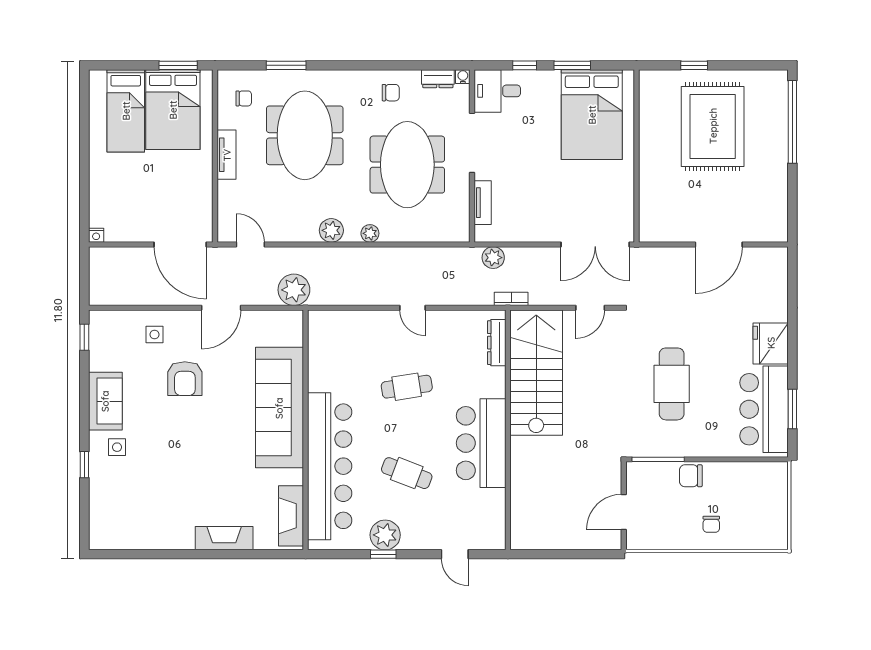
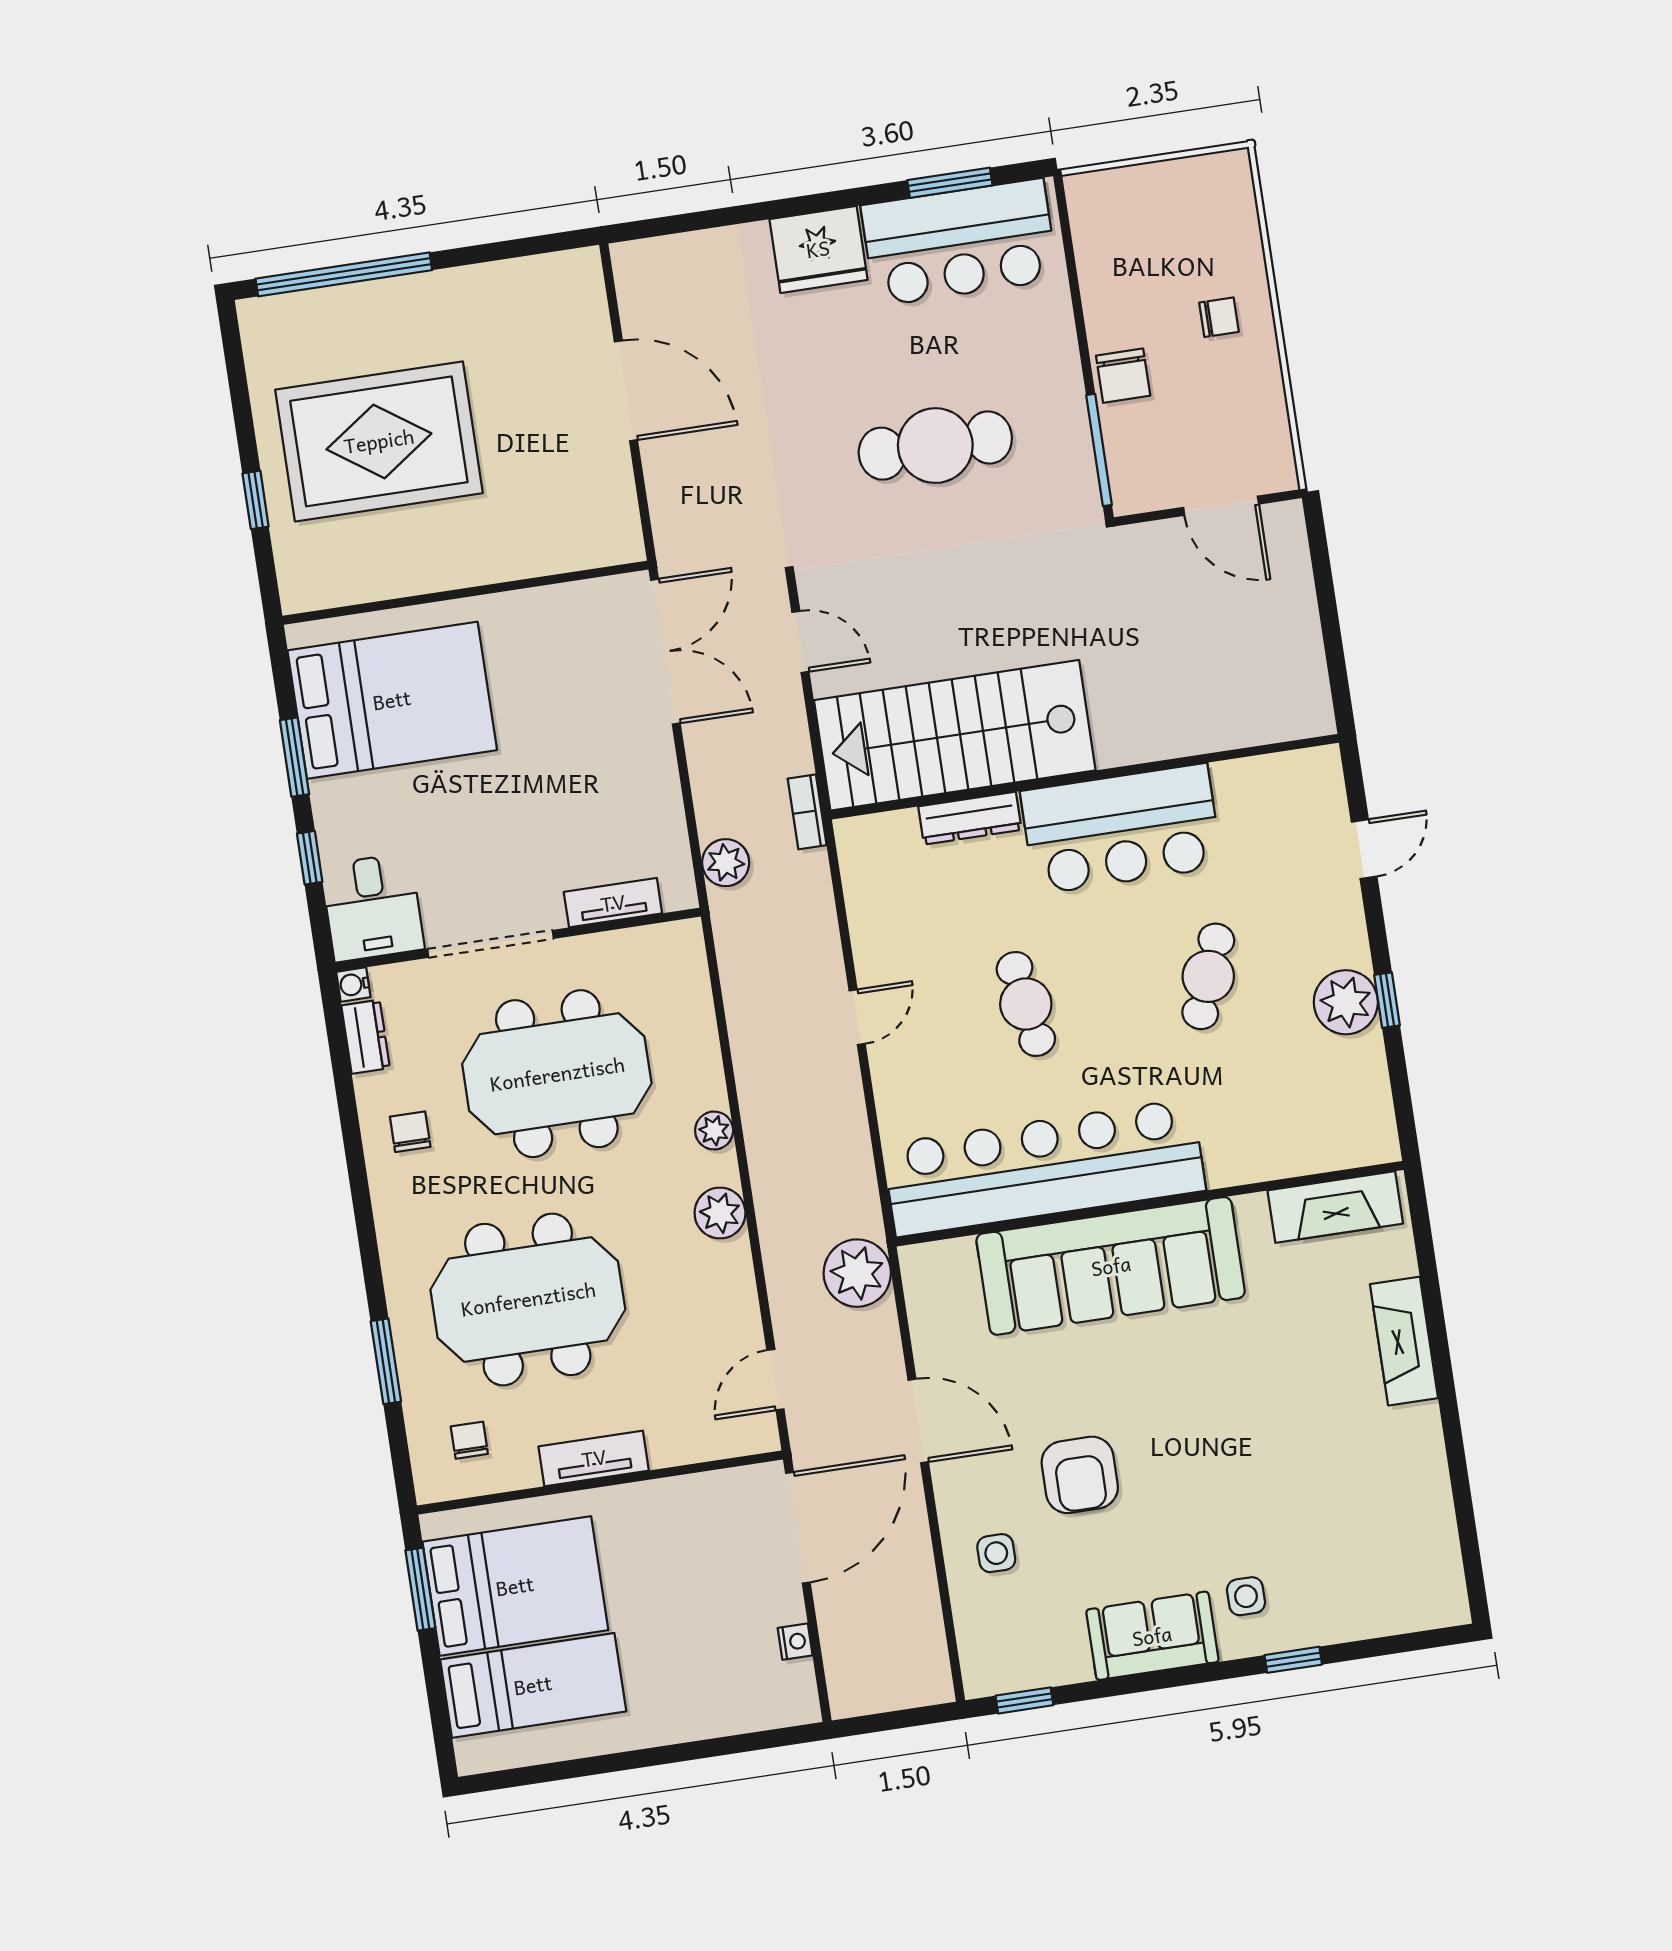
nightstand: (96, 235) -> (795, 1642), moved
dresser: (497, 343) -> (970, 818), moved
armchair: (185, 379) -> (1080, 1475), turned 90
bar counter: (330, 466) -> (1044, 1168), moved

